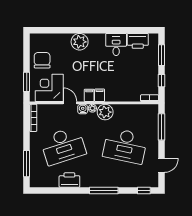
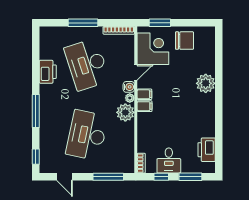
desk: (116, 45) -> (169, 161), moved, turned 90
window: (27, 164) -> (83, 23), moved

